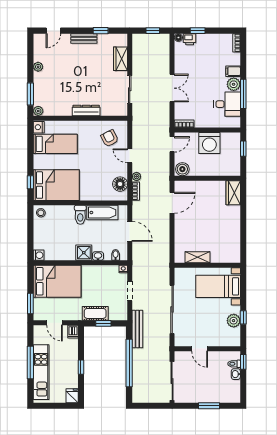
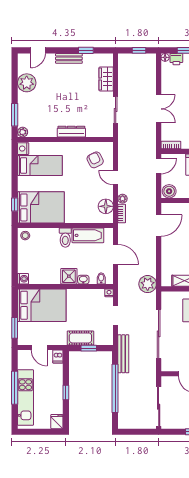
plant: (38, 67) -> (27, 83), width x1.88, depth x1.88
plant: (161, 260) -> (148, 284), added

